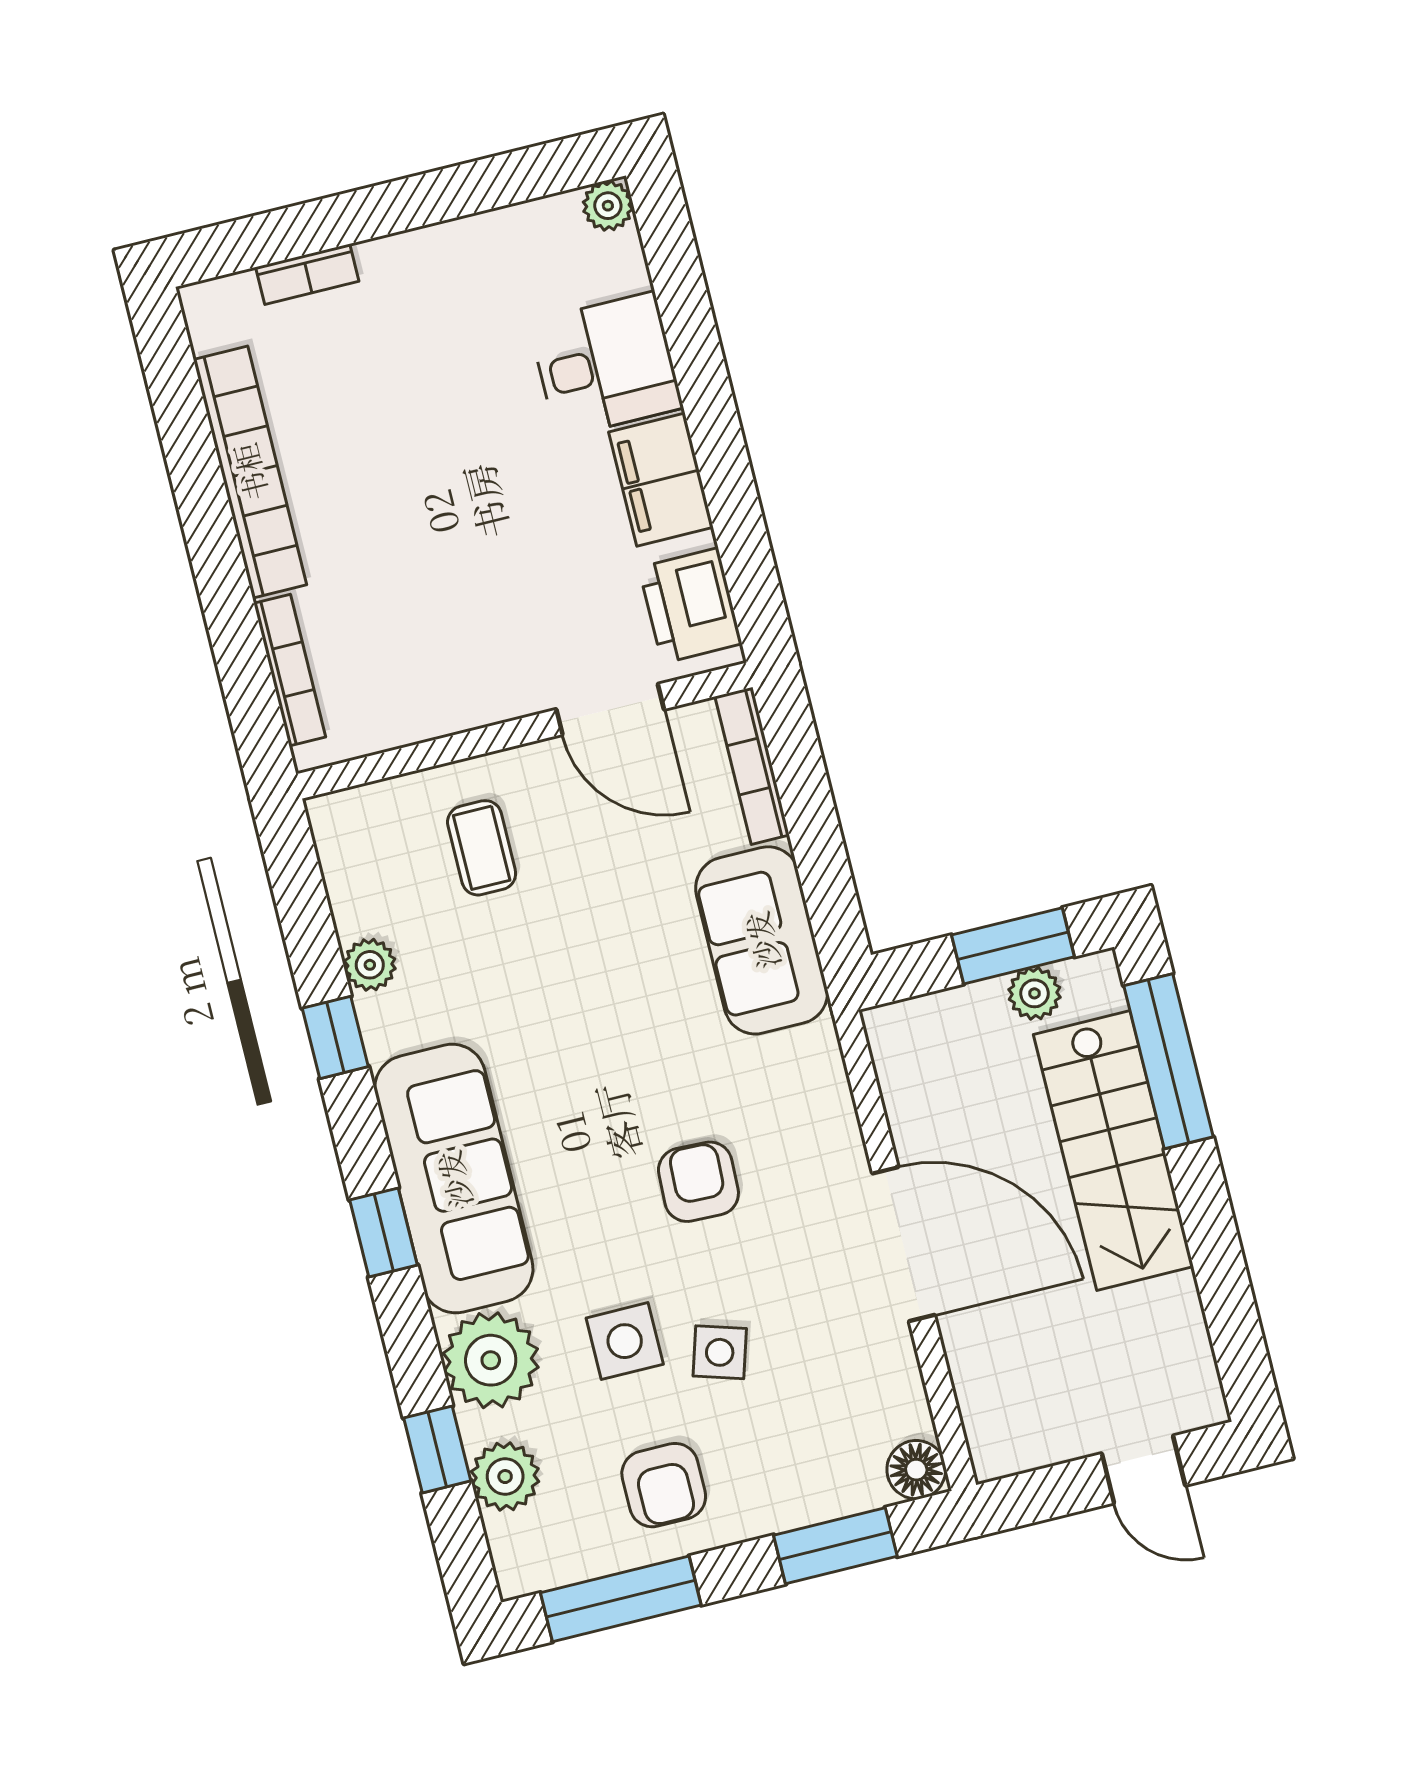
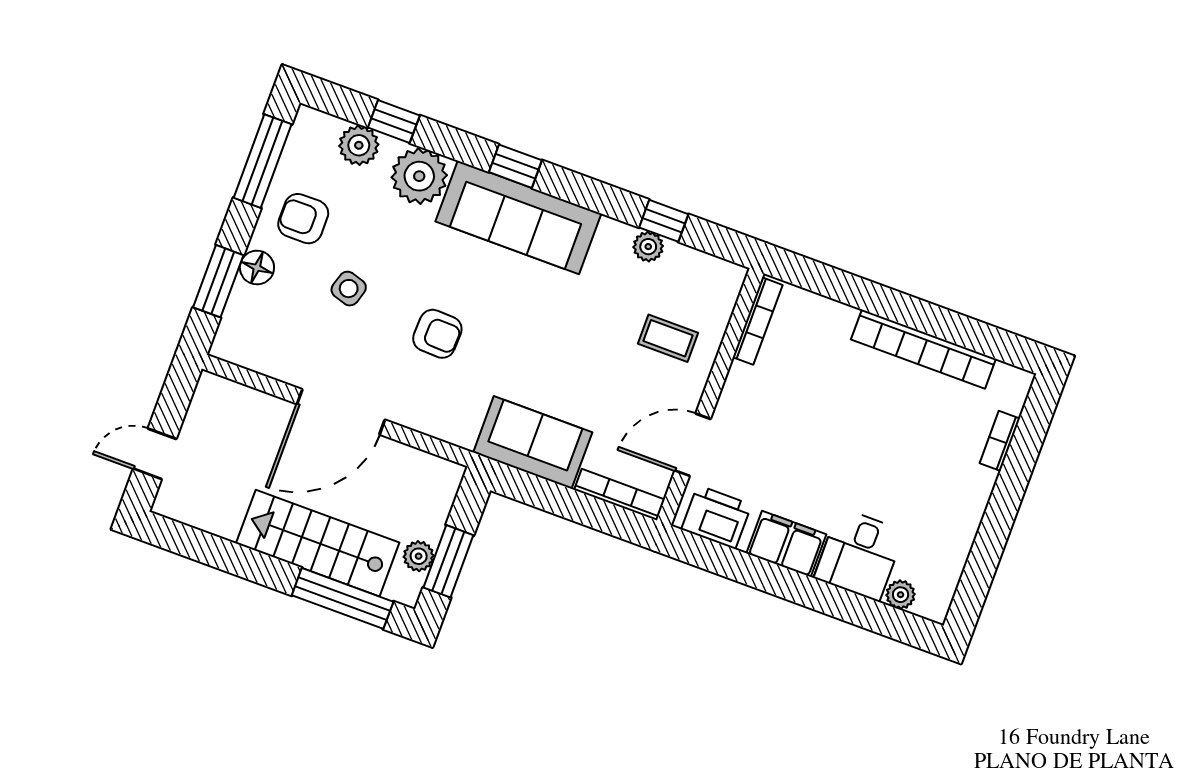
plant: (608, 206) -> (901, 595), moved
bookcase: (290, 670) -> (758, 321), moved, turned -90
window: (335, 1037) -> (664, 221), moved
side table: (625, 1341) -> (385, 247), removed
floor lamp: (916, 1470) -> (257, 268), moved

